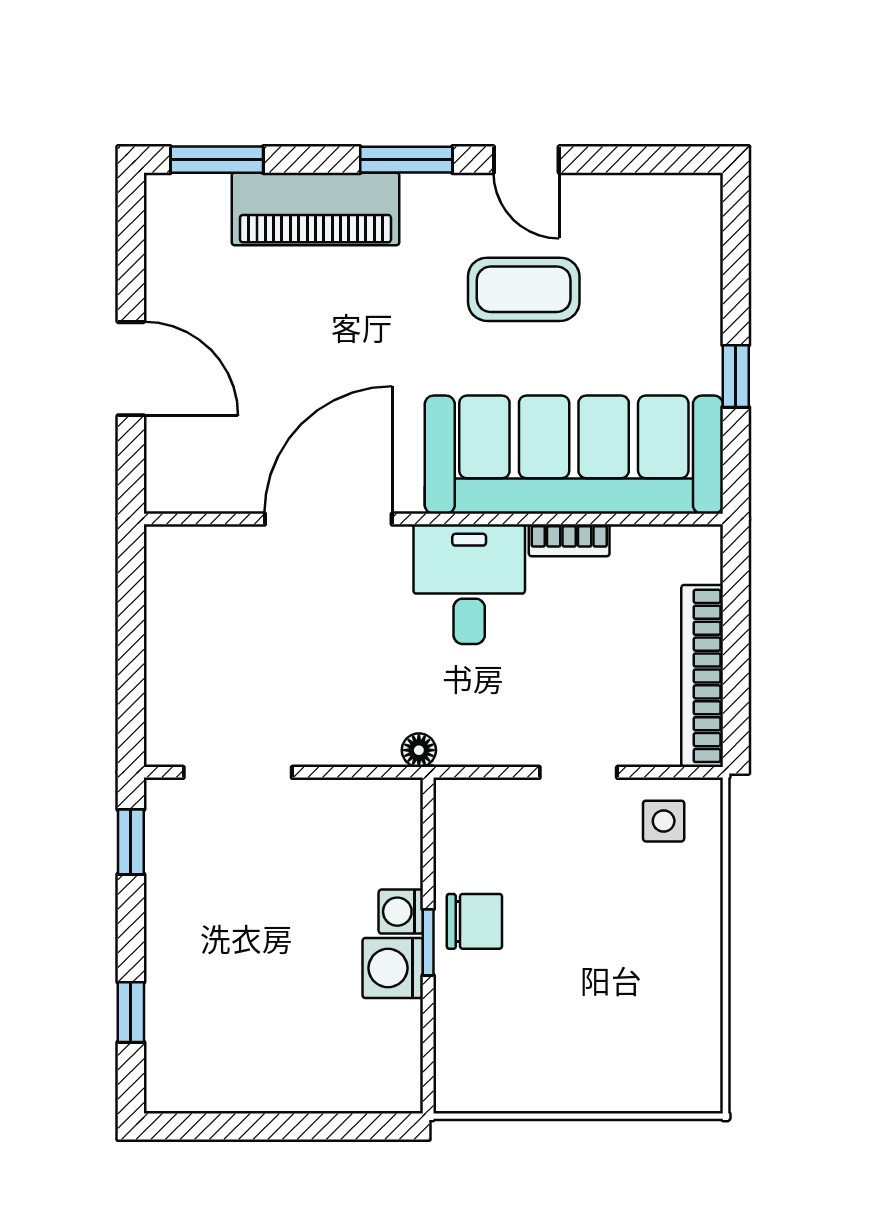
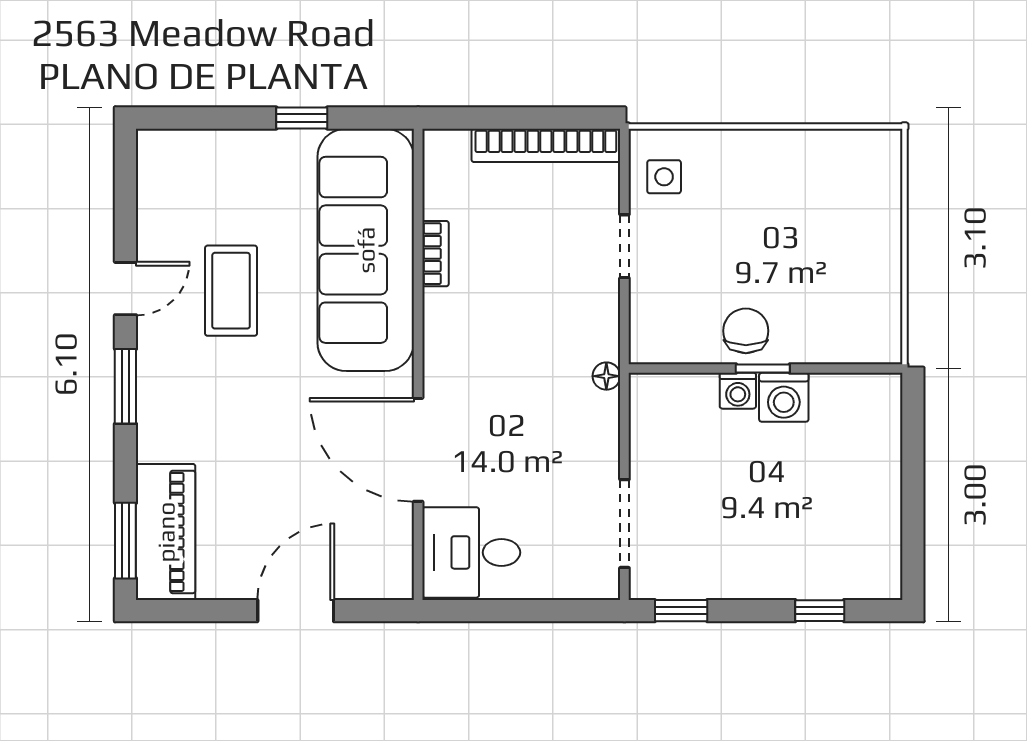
piano: (315, 209) -> (166, 532), moved
desk: (469, 584) -> (471, 552), moved

